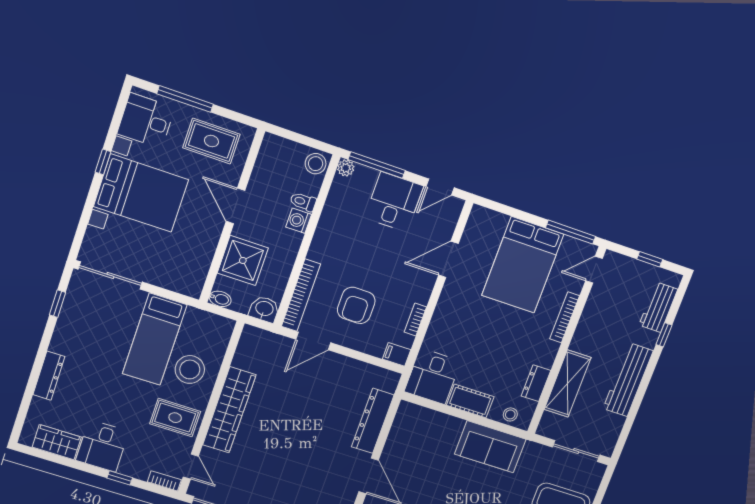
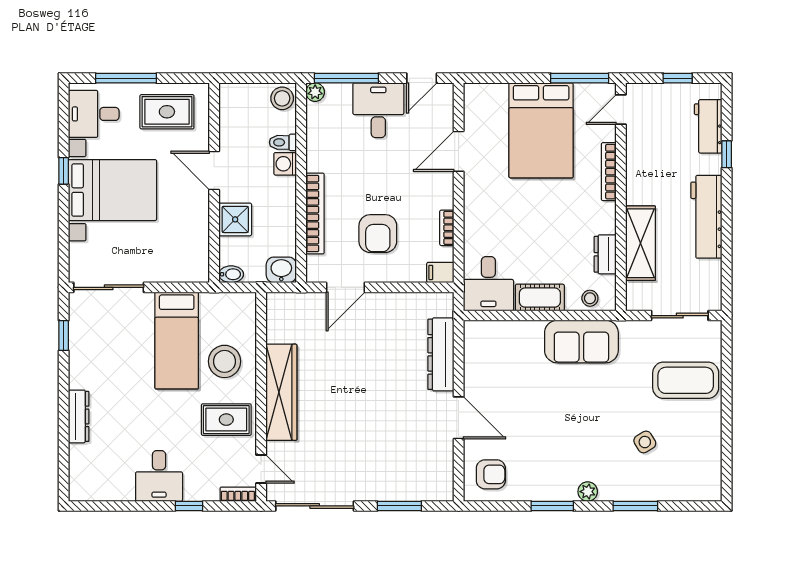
shower: (243, 260) -> (235, 219), width x0.73, depth x0.73
bookcase: (301, 295) -> (315, 214), moved
wardrobe: (57, 442) -> (109, 487), removed

